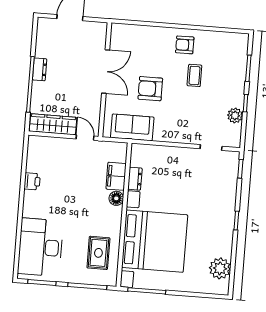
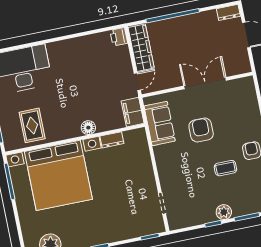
dresser: (40, 69) -> (228, 12), moved
double door: (106, 72) -> (205, 83), swing flipped
plant: (235, 115) -> (224, 212), moved
filing cabinet: (116, 176) -> (133, 112), moved, turned -90
printer: (32, 181) -> (119, 37), moved, turned 90
rug: (98, 253) -> (32, 125), turned 90

